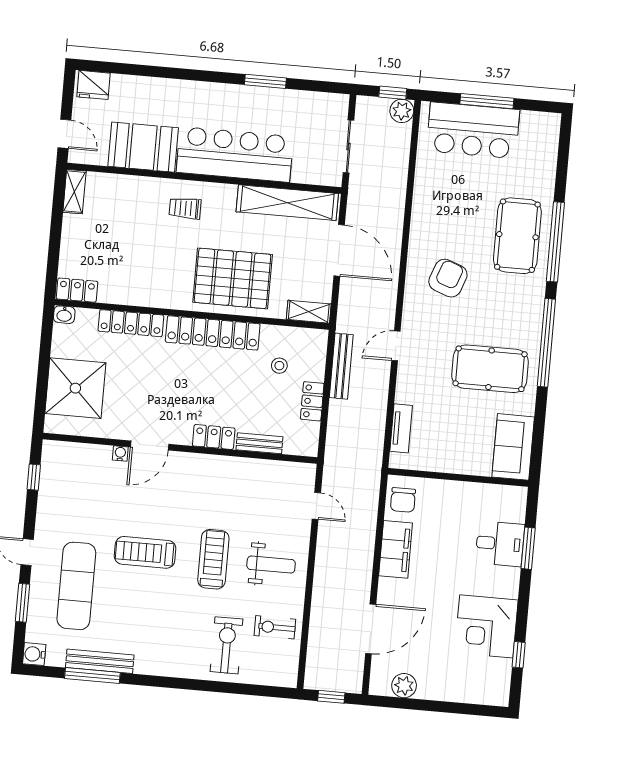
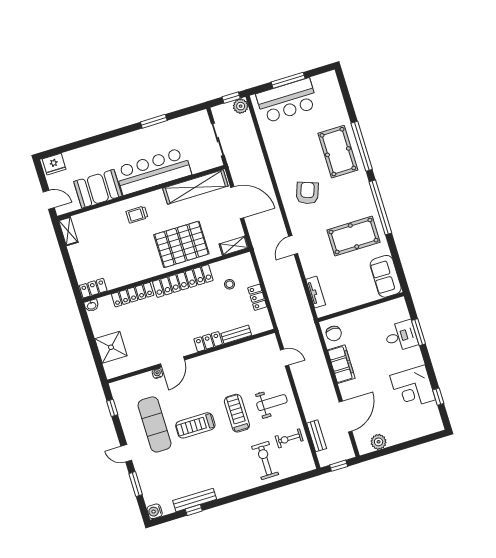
bench: (341, 366) -> (317, 436), moved, width x0.73
shower: (75, 388) -> (111, 347), width x0.73, depth x0.73
exercise mat: (76, 586) -> (154, 424), moved
window: (92, 675) -> (194, 510), width x0.46

